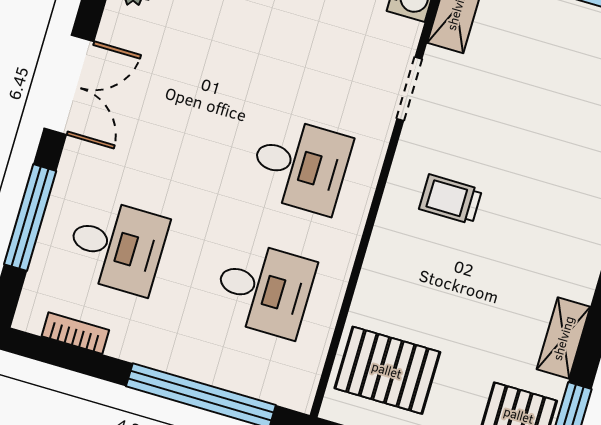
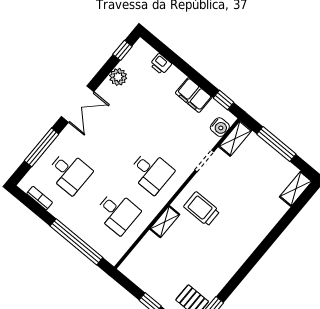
trolley: (451, 199) -> (202, 209), width x1.36, depth x1.39
shelving: (563, 338) -> (165, 222), moved
pallet: (387, 370) -> (150, 263), removed

